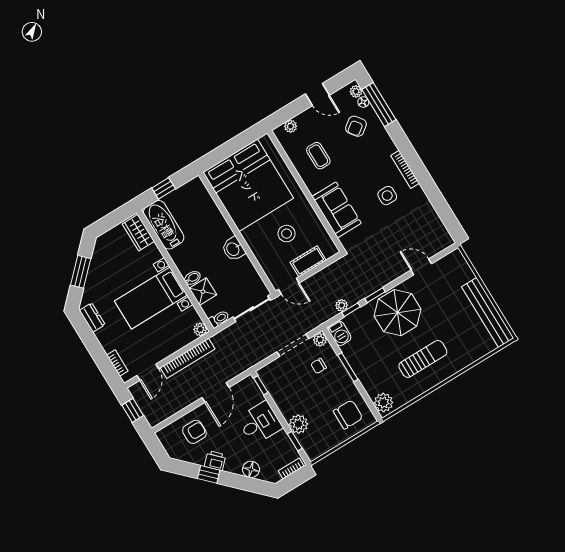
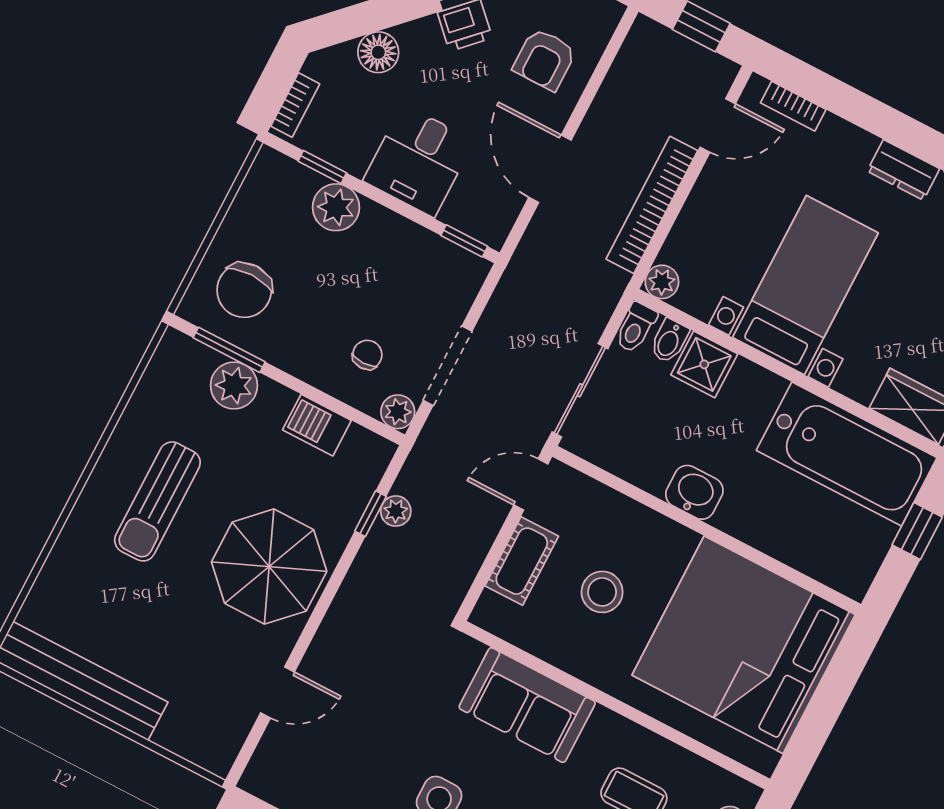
bathtub: (164, 225) -> (847, 454), width x1.36, depth x1.36
bidet: (192, 278) -> (669, 341), moved
window: (375, 295) -> (339, 575), removed
barbecue: (340, 333) -> (317, 425), moved
window: (348, 367) -> (229, 350), moved
door: (148, 372) -> (718, 125), swing flipped
plant: (383, 403) -> (234, 386), moved

